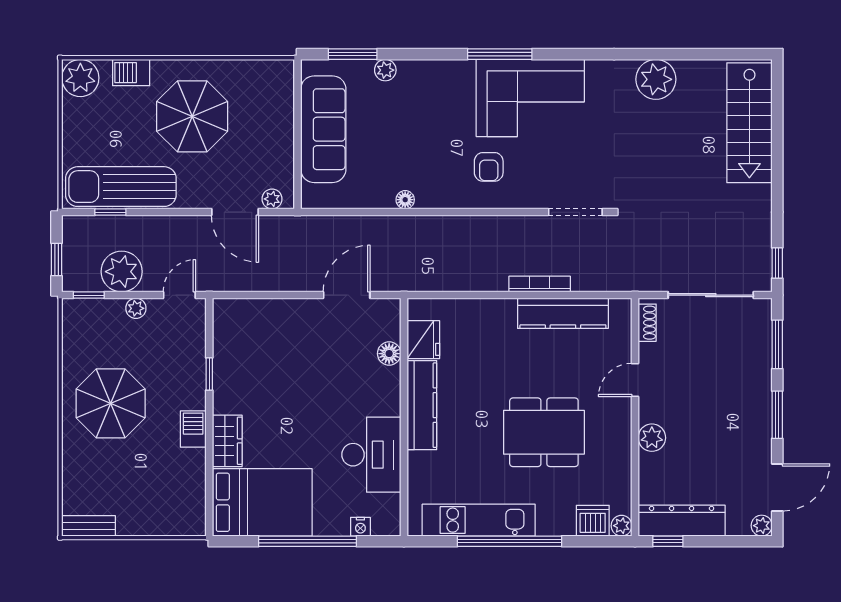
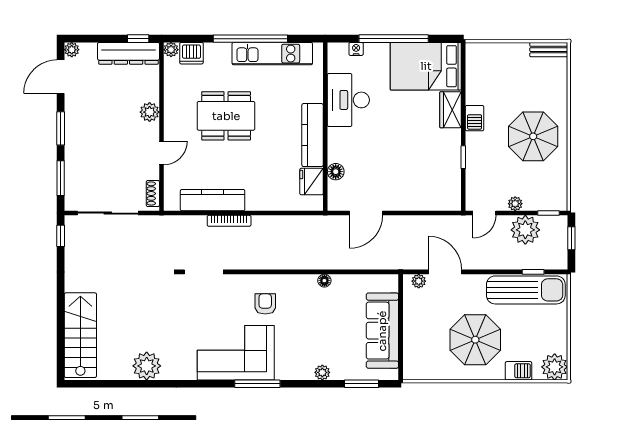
plant: (385, 70) -> (322, 372), moved

